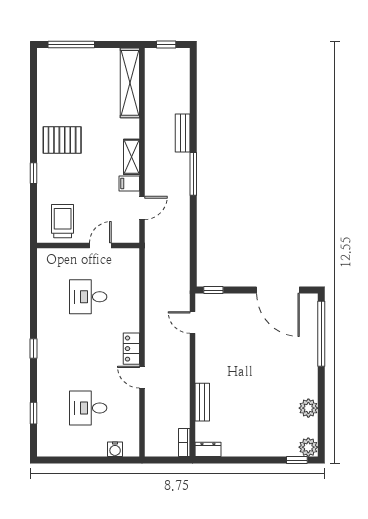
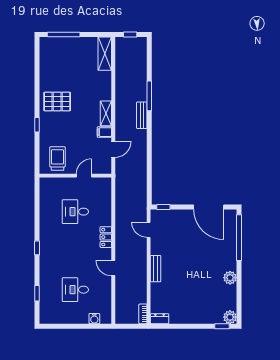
shelving: (130, 83) -> (105, 54), width x0.68
bench: (183, 133) -> (142, 115), moved
window: (193, 174) -> (149, 96), moved
locker: (131, 349) -> (106, 237), moved
bench: (202, 402) -> (156, 269), moved
plant: (308, 408) -> (230, 278), moved

